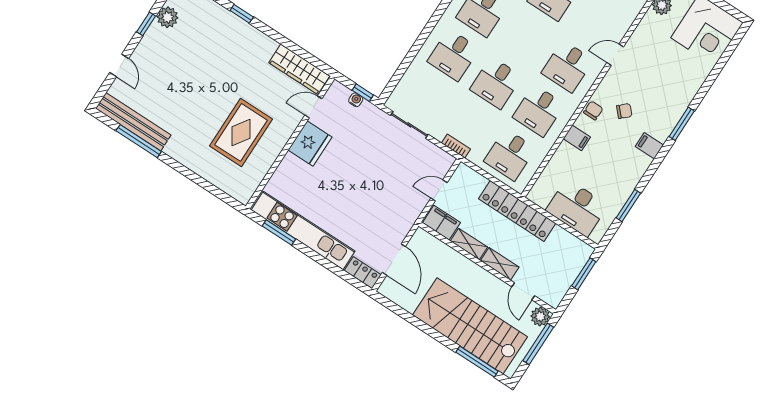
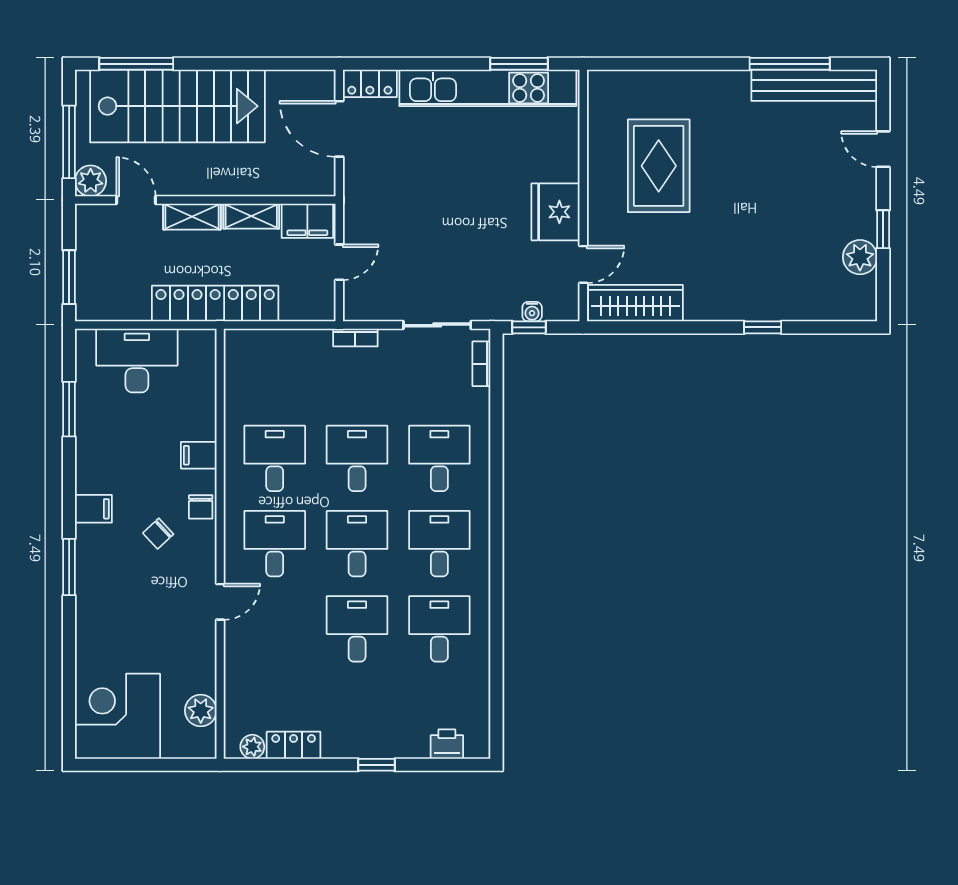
bookcase: (400, 90) -> (481, 364), added
desk: (510, 155) -> (357, 544), moved

